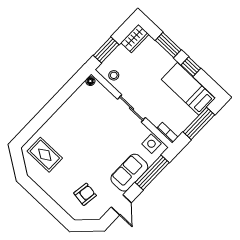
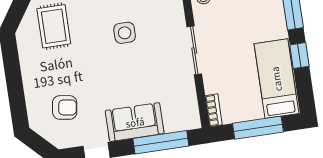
side table: (151, 144) -> (125, 33), moved

